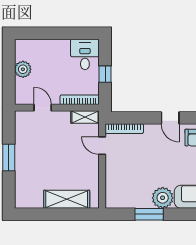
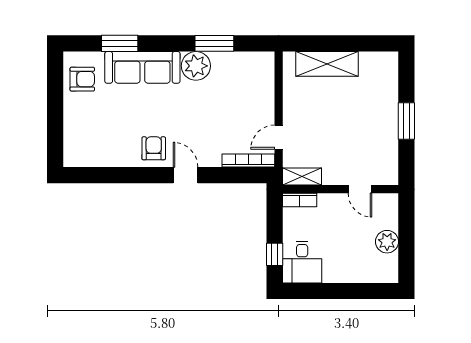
window: (105, 74) -> (275, 254), moved
bookcase: (80, 100) -> (300, 200), width x0.64
door: (102, 146) -> (279, 137), swing flipped

